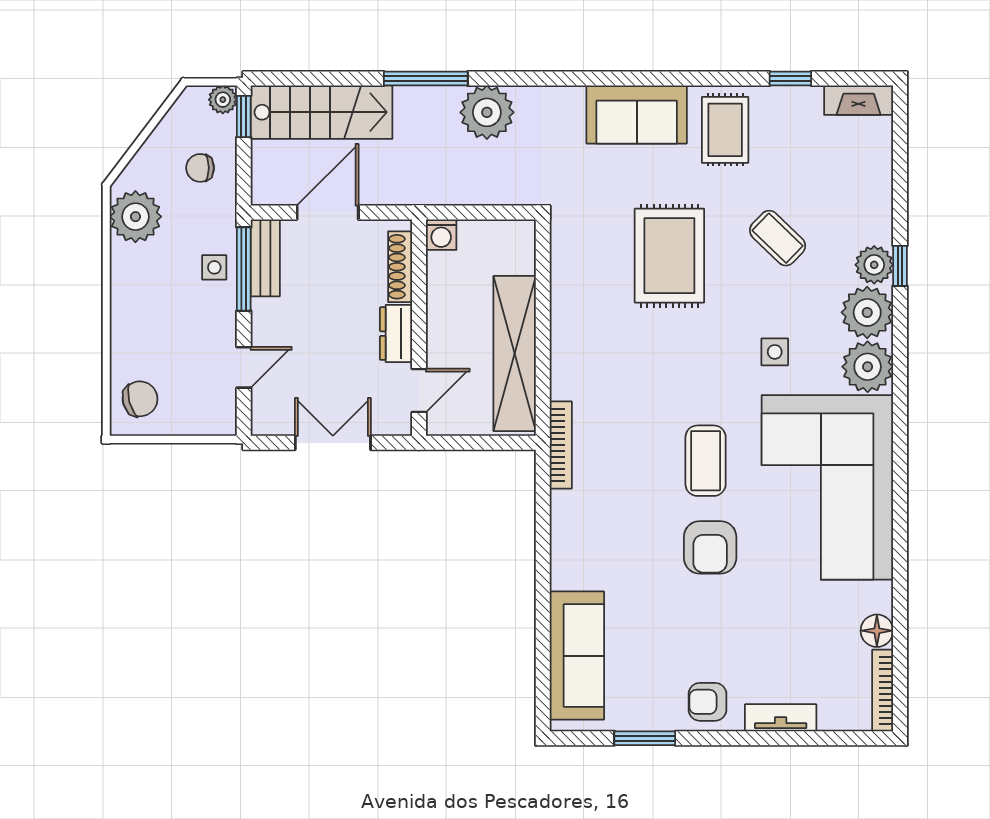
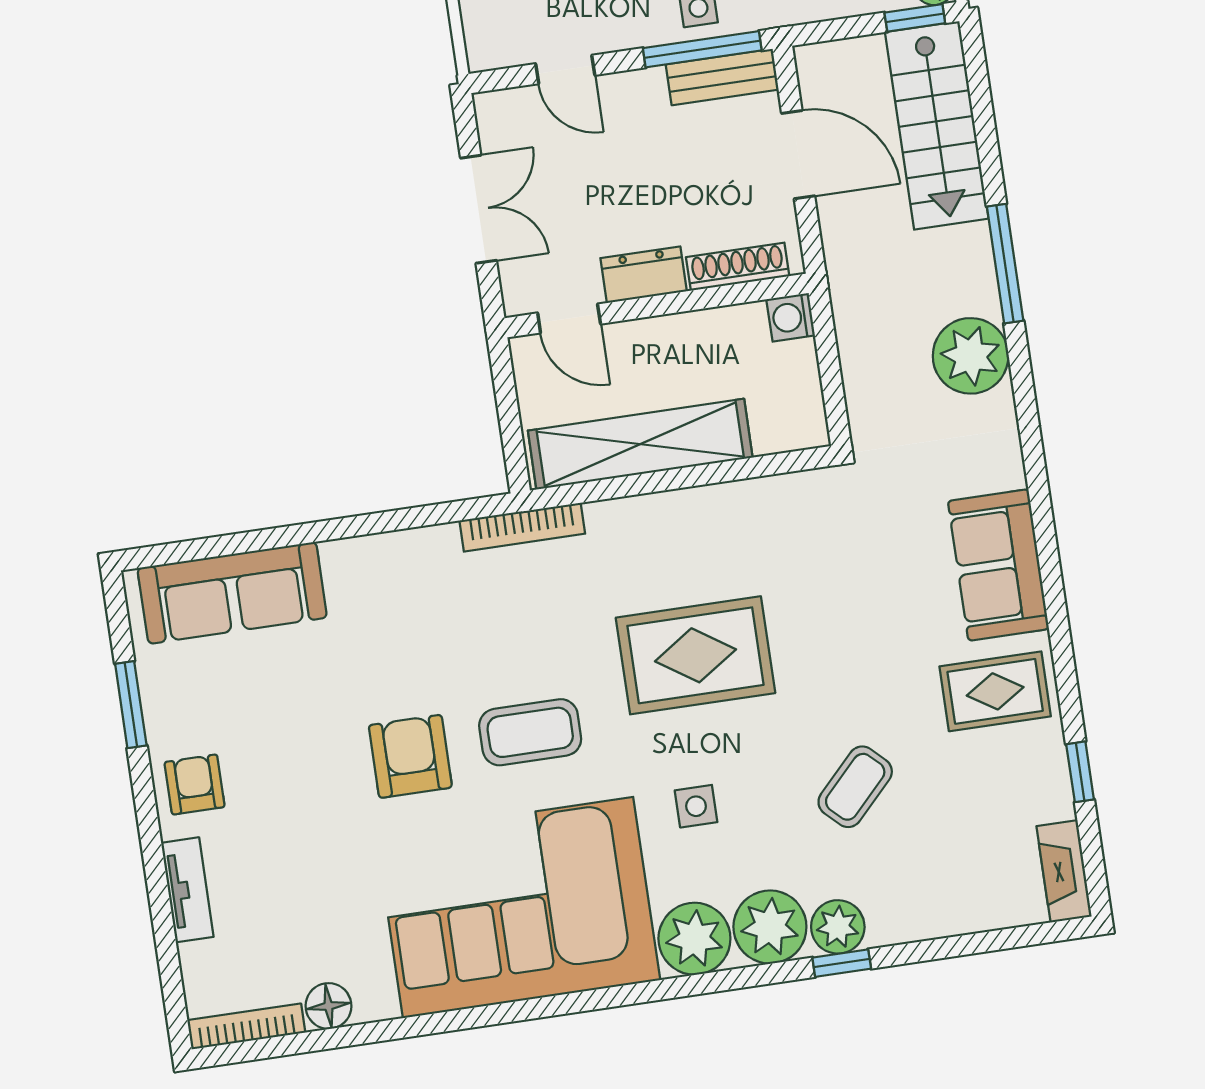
rug: (669, 256) -> (695, 655), moved
armchair: (710, 547) -> (410, 756), turned 90

